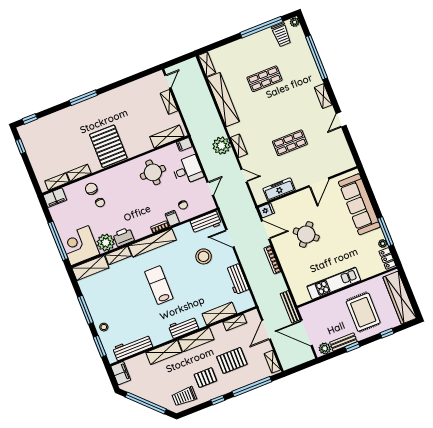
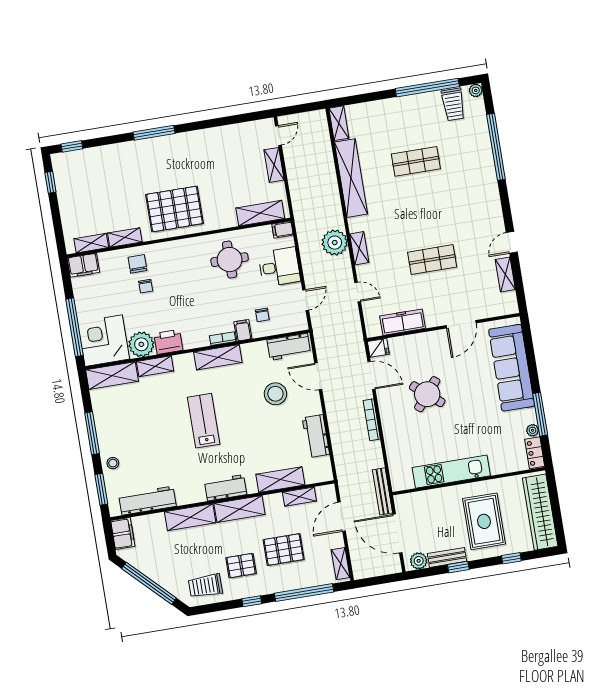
shelving: (323, 96) -> (505, 274), moved
pallet: (108, 146) -> (175, 209), turned 90
shelving: (152, 243) -> (218, 357), width x0.68

